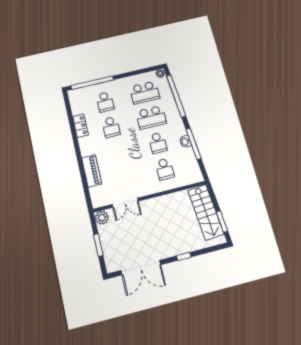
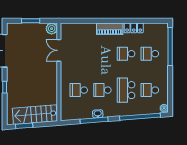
school desk: (145, 93) -> (150, 90), width x0.54
piano: (92, 171) -> (110, 29), moved

